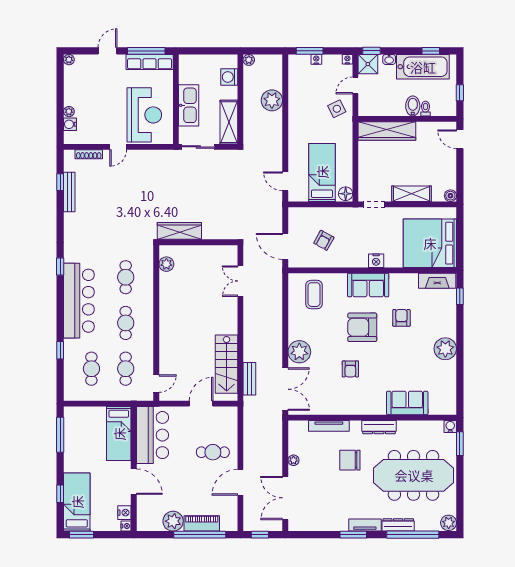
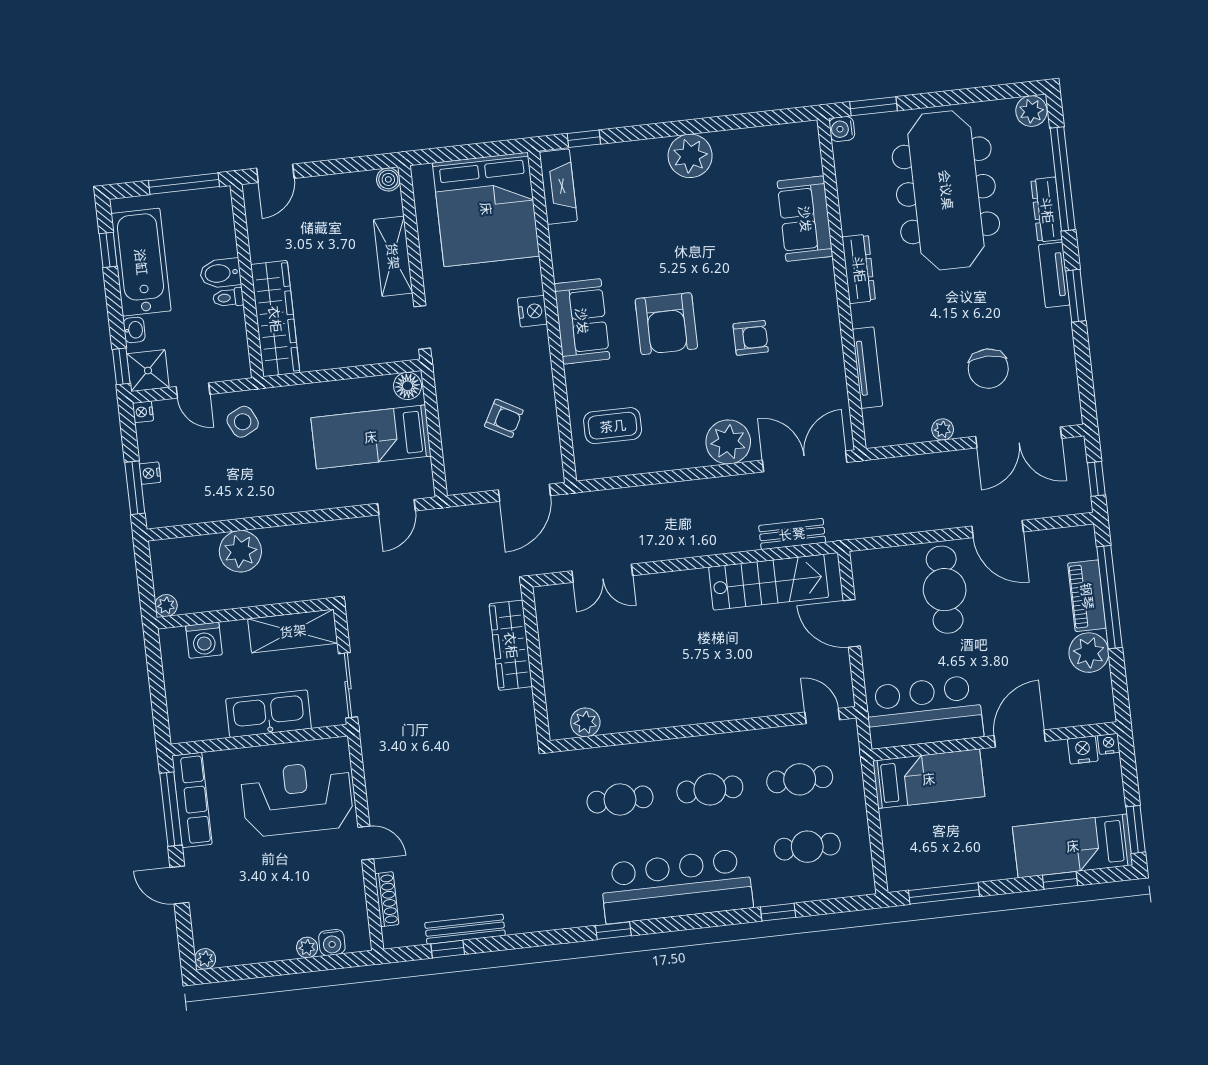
window: (460, 93) -> (184, 184), width x2.17
toilet: (425, 109) -> (228, 298), moved
wardrobe: (179, 231) -> (511, 645), moved
armchair: (401, 318) -> (639, 249), removed
cafe table: (213, 452) -> (945, 590), width x1.37, depth x1.35
chair: (350, 460) -> (988, 369), moved

